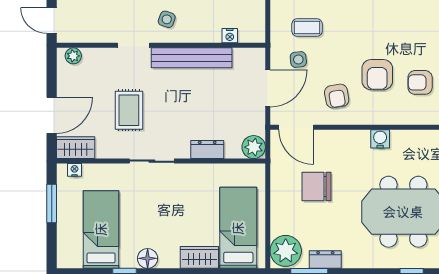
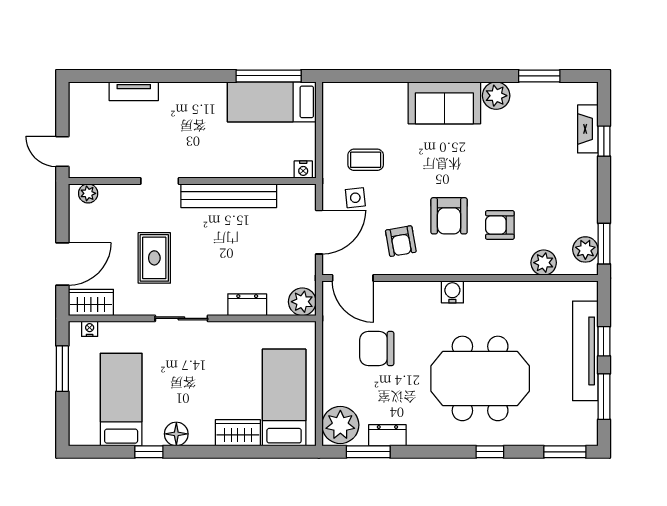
side table: (167, 19) -> (199, 150), removed
nightstand: (230, 36) -> (303, 170), moved

